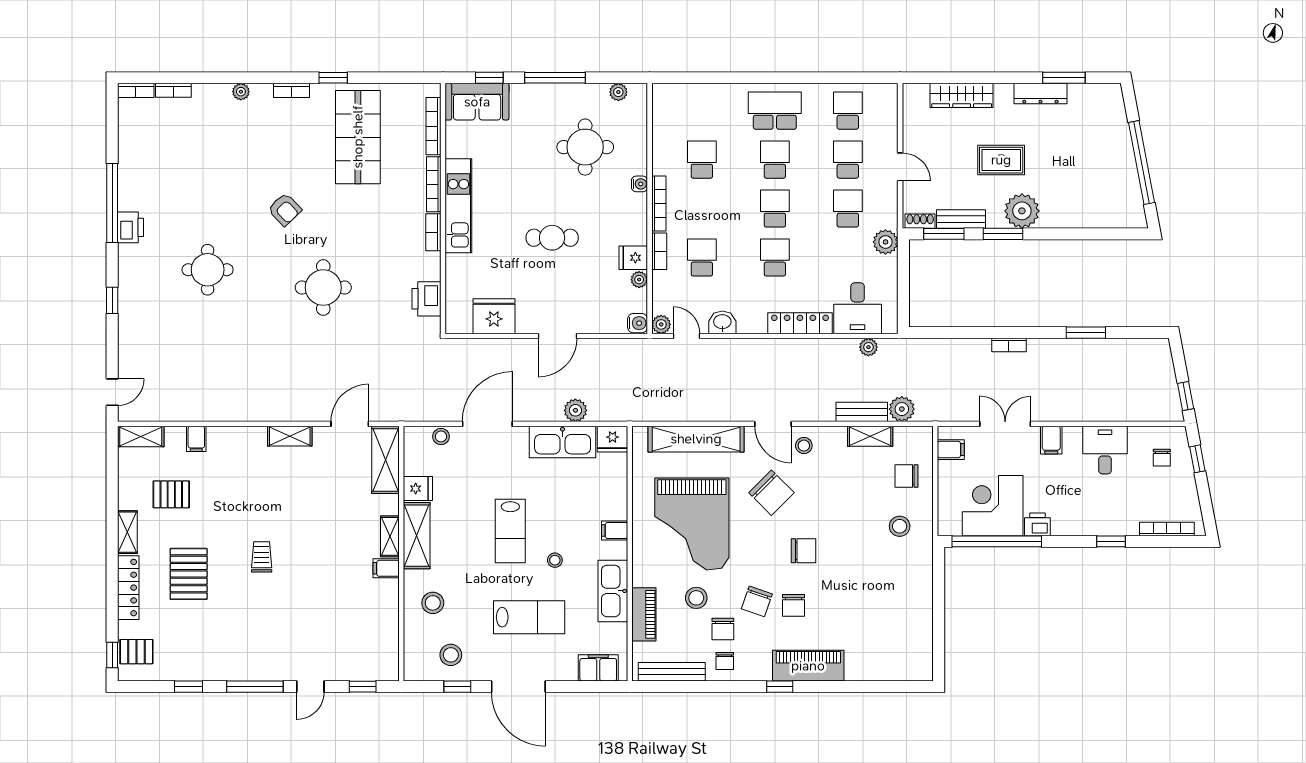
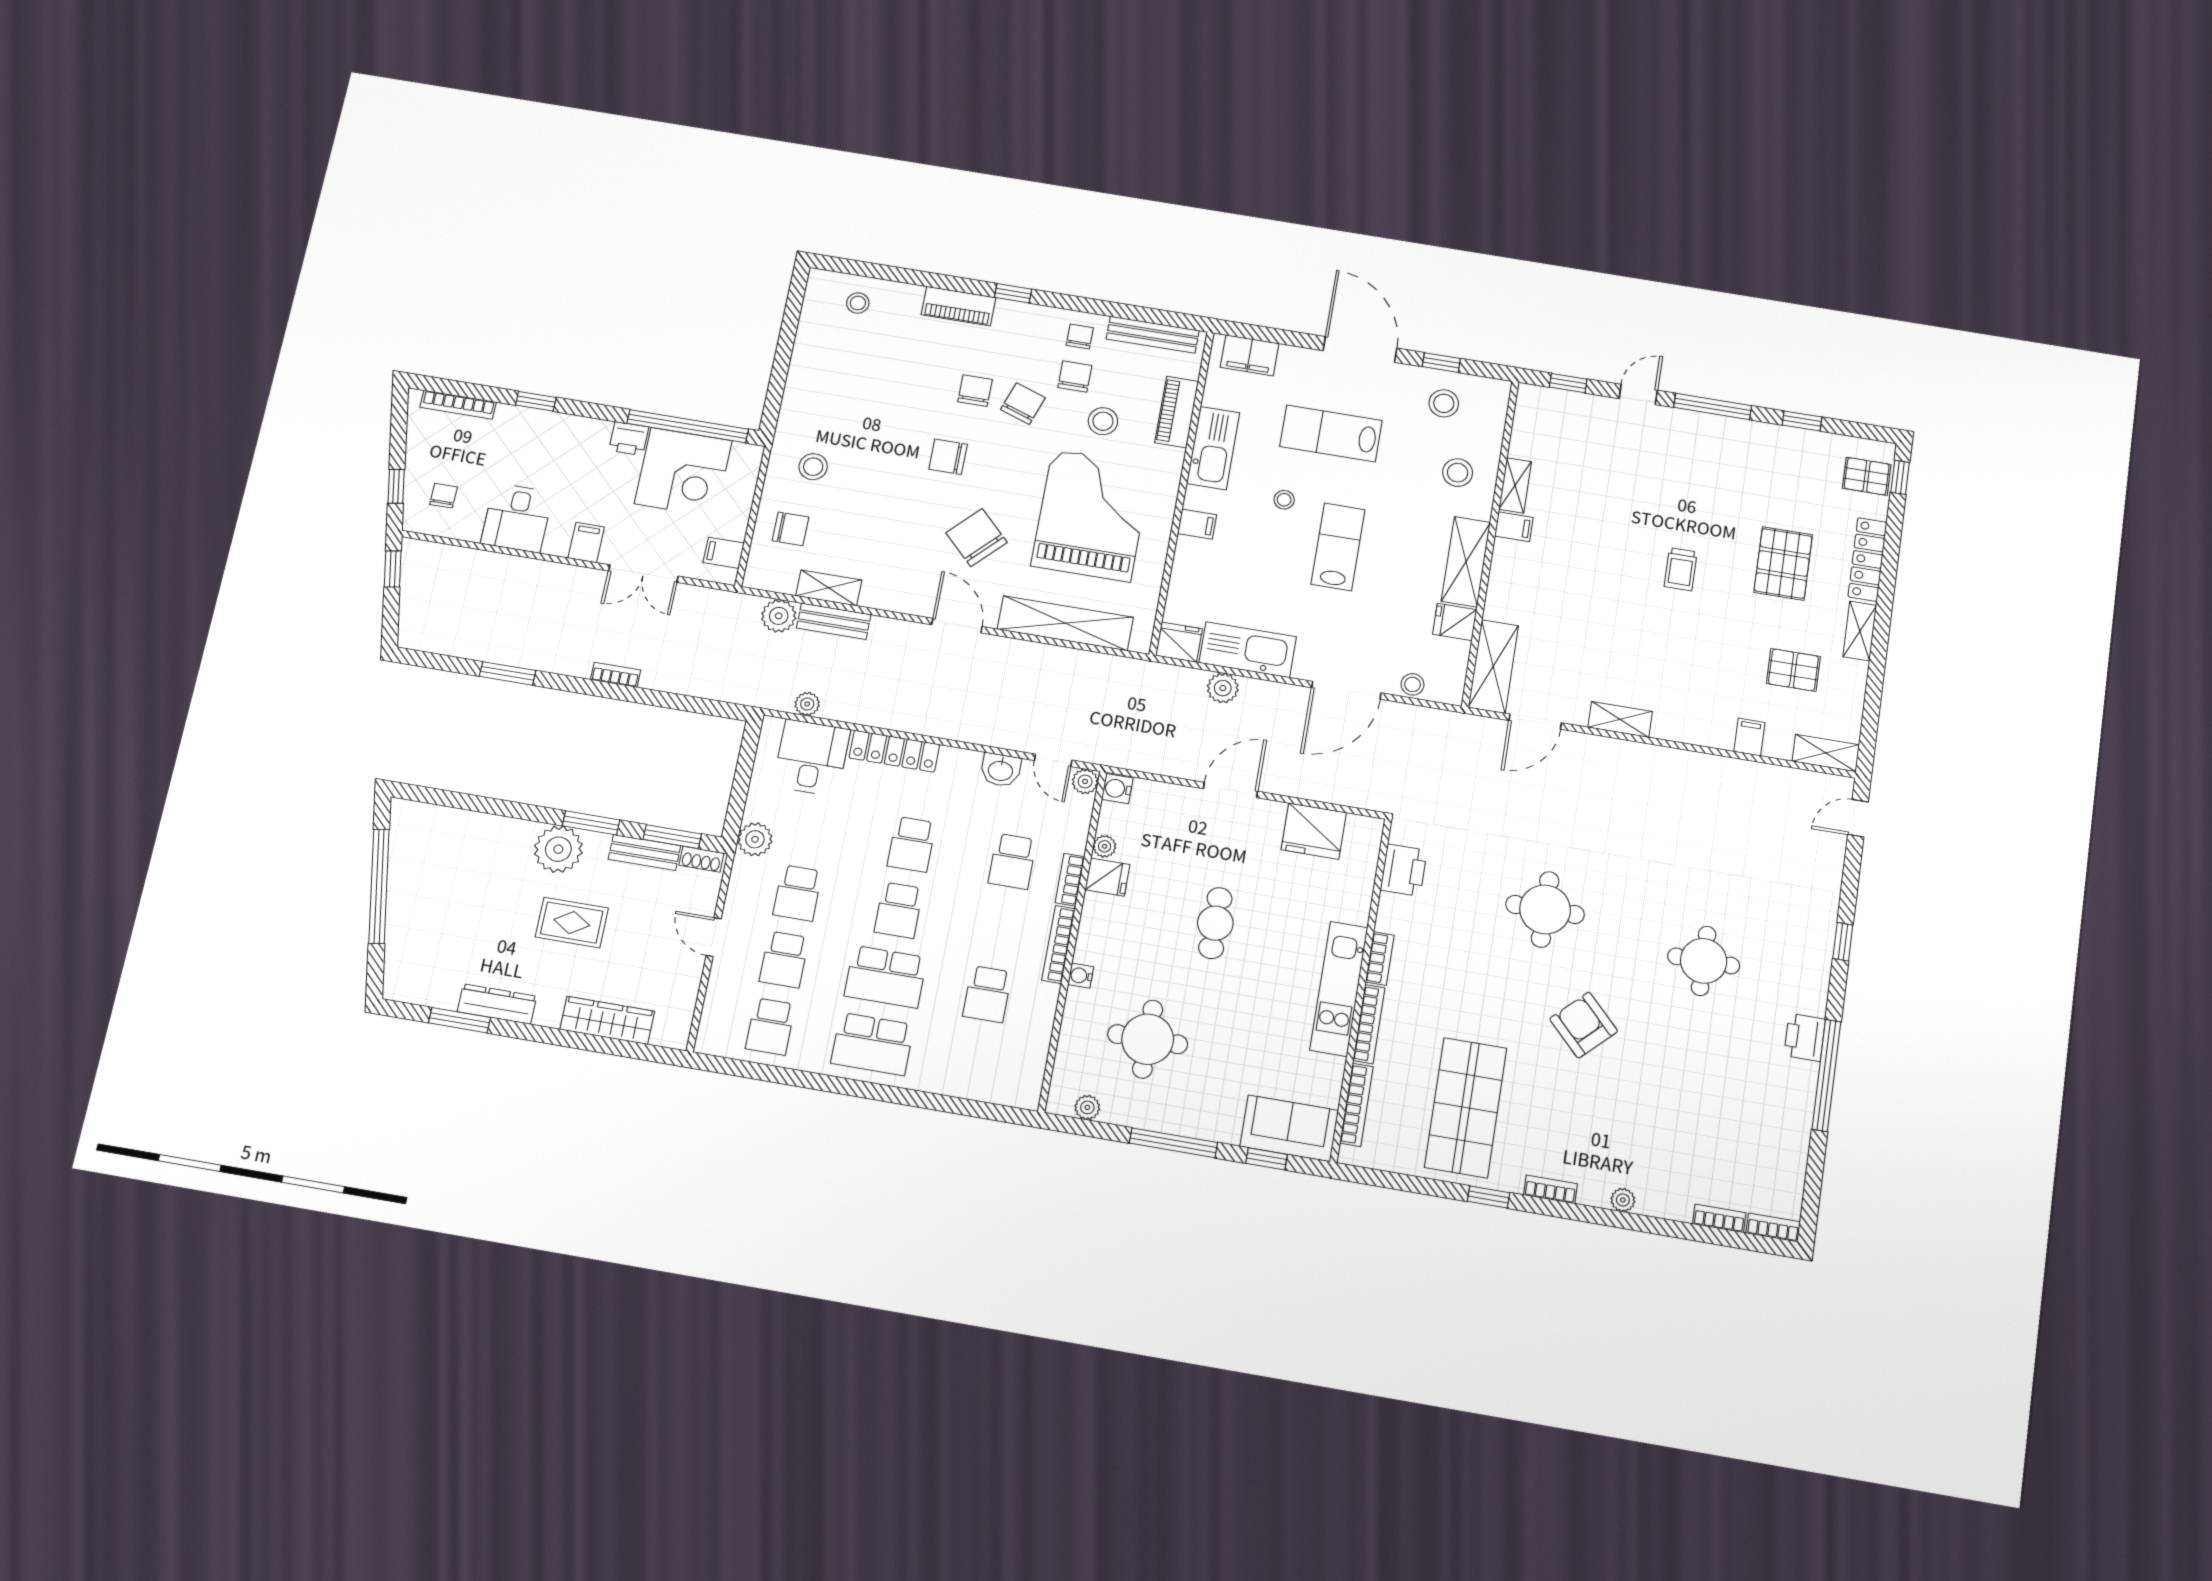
school desk: (775, 160) -> (886, 977), width x1.85
armchair: (285, 209) -> (1584, 1025), width x1.38, depth x1.38
cafe table: (552, 238) -> (1215, 923), turned 90
stool: (804, 446) -> (858, 303), moved
shelving: (390, 536) -> (1515, 485), moved
piano: (808, 666) -> (958, 306), width x0.73, depth x0.75

